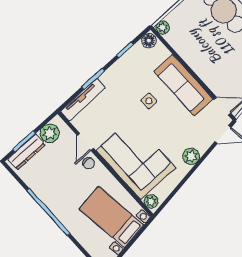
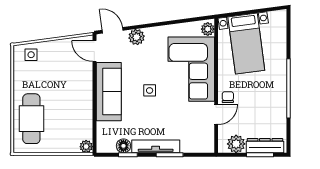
floor lamp: (149, 41) -> (123, 146), moved
tv unit: (83, 100) -> (156, 146), moved
side table: (149, 101) -> (150, 90), moved
plant: (191, 156) -> (137, 37), moved

